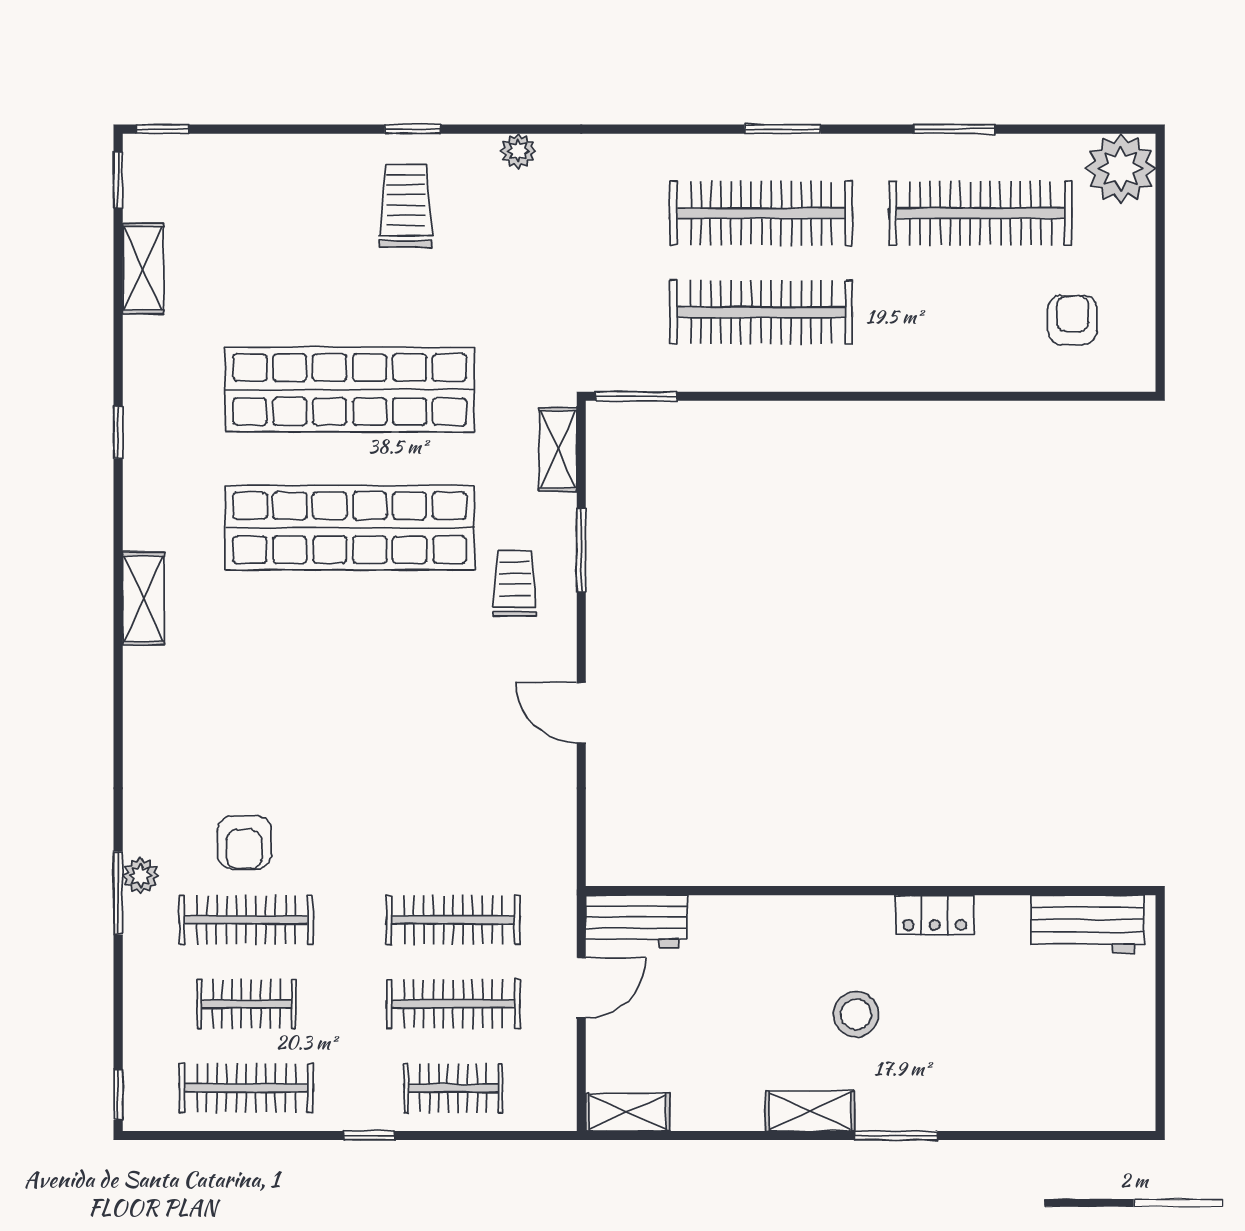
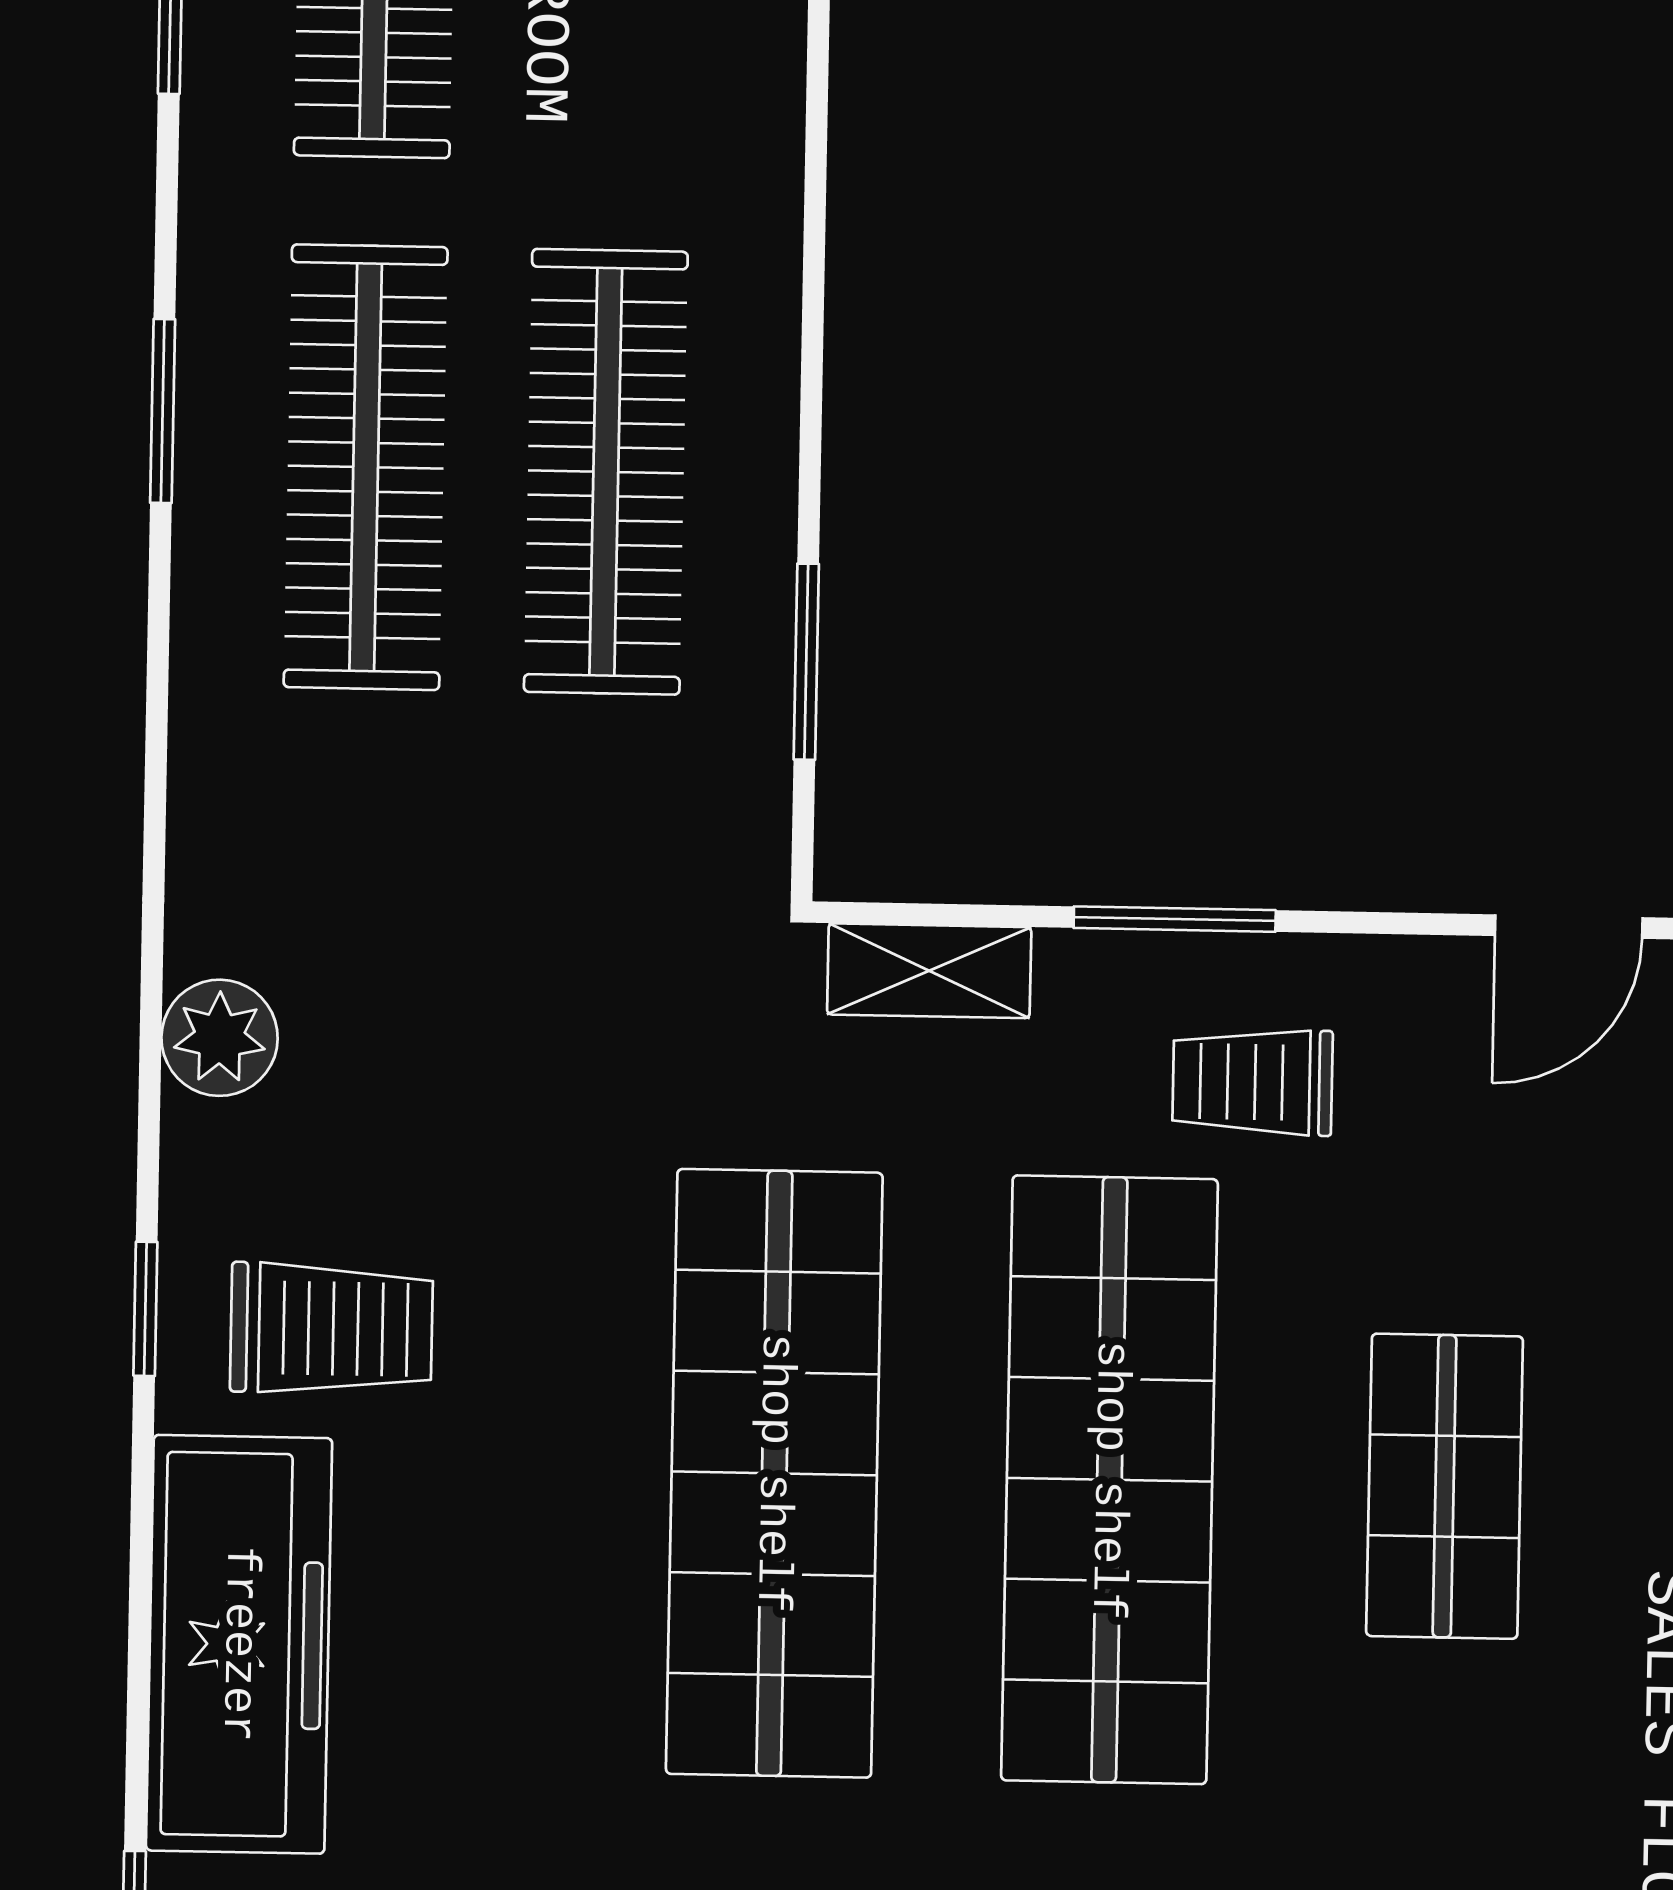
plant: (518, 151) -> (220, 1038), width x1.38, depth x1.38
freezer: (275, 170) -> (239, 1644), added
trolley: (406, 206) -> (331, 1328), turned 180
window: (636, 396) -> (806, 662), moved
shop shelf: (350, 666) -> (1445, 1486), added

